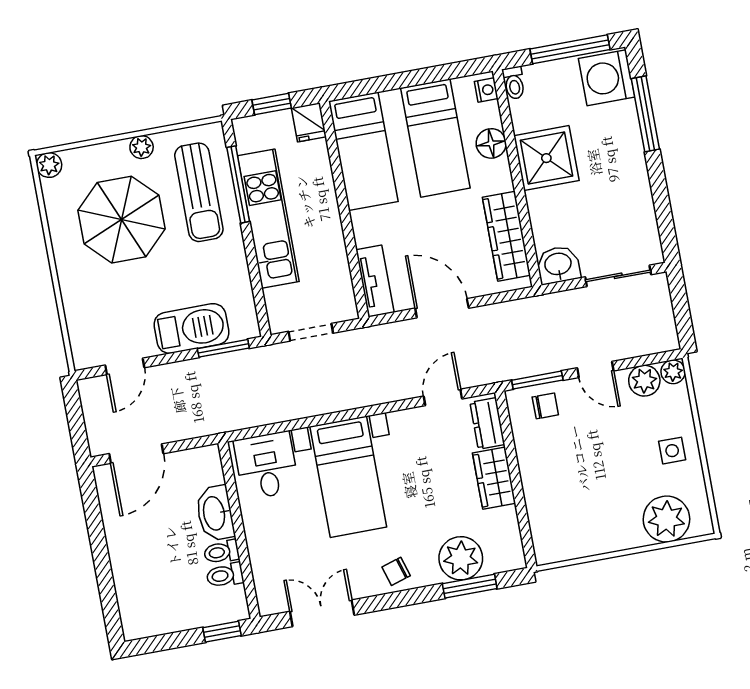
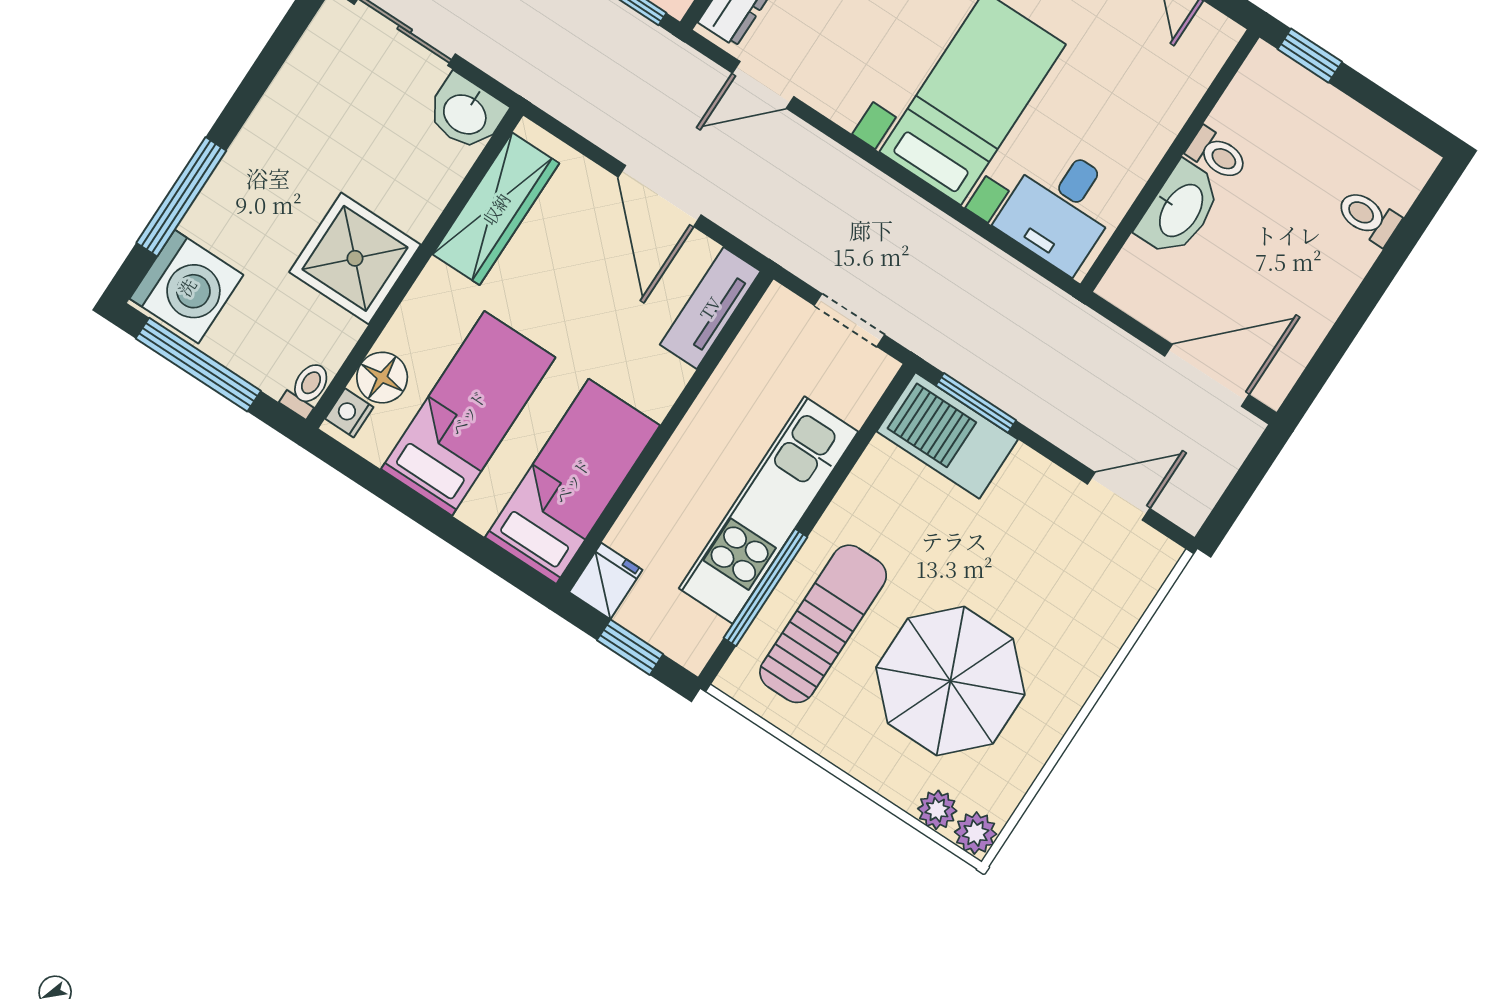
floor lamp: (491, 143) -> (382, 378), moved
plant: (142, 147) -> (937, 810), moved
barbecue: (191, 328) -> (947, 435), moved
toilet: (225, 575) -> (1368, 217), moved, turned 180

